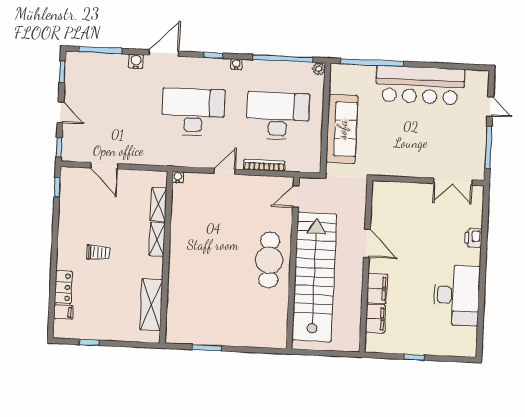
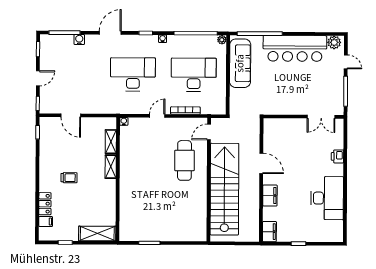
water cooler: (136, 61) -> (79, 40), moved
plant: (475, 79) -> (334, 42), added
door: (61, 112) -> (38, 78), hinge flipped
sofa: (342, 129) -> (240, 63), moved
cafe table: (269, 260) -> (184, 160), moved
shelving: (151, 305) -> (97, 233), moved, turned 90
filing cabinet: (375, 319) -> (269, 232), moved

